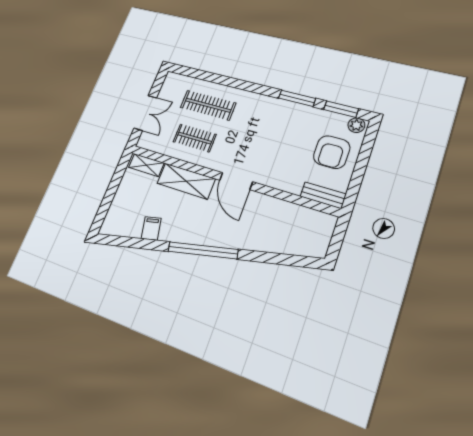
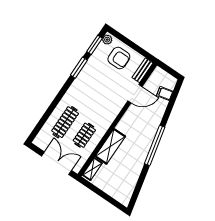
double door: (145, 113) -> (57, 163), width x1.37
door: (236, 181) -> (135, 94), moved
filing cabinet: (151, 228) -> (165, 93), moved

